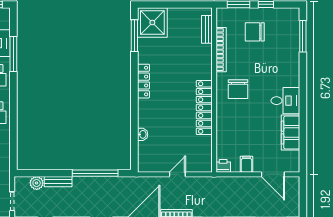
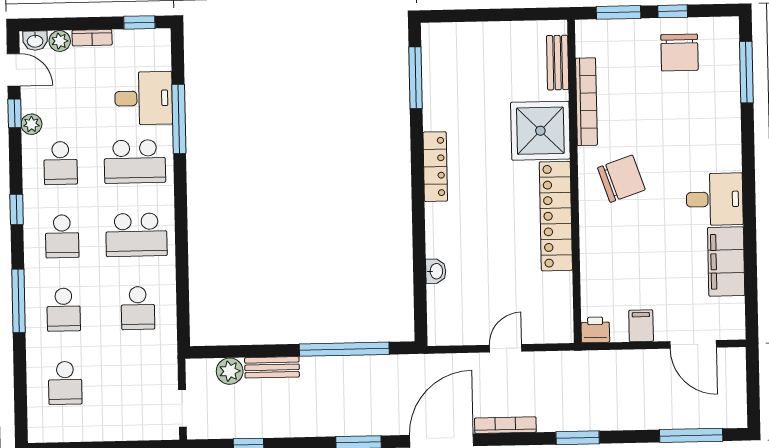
shower: (152, 23) -> (540, 131), moved
chair: (255, 32) -> (679, 52), moved, turned -90
chair: (238, 89) -> (621, 179), turned -109

